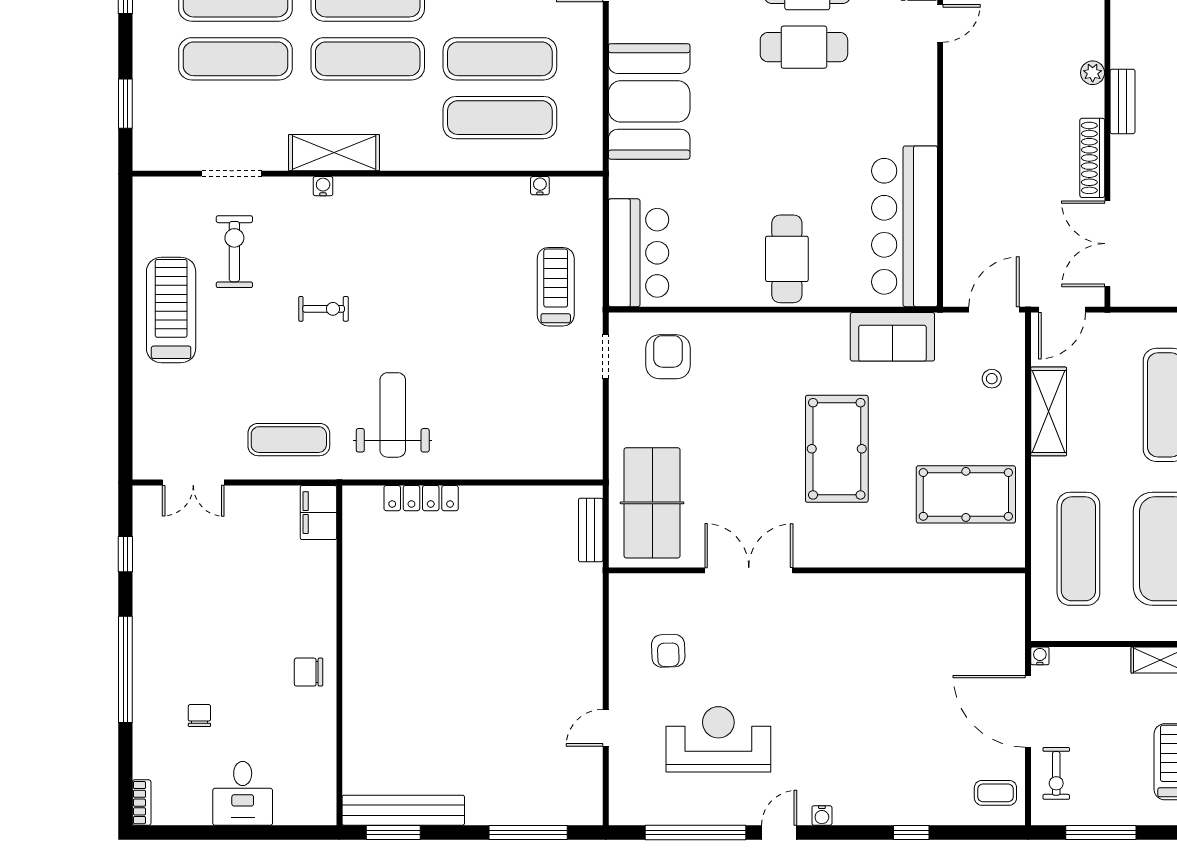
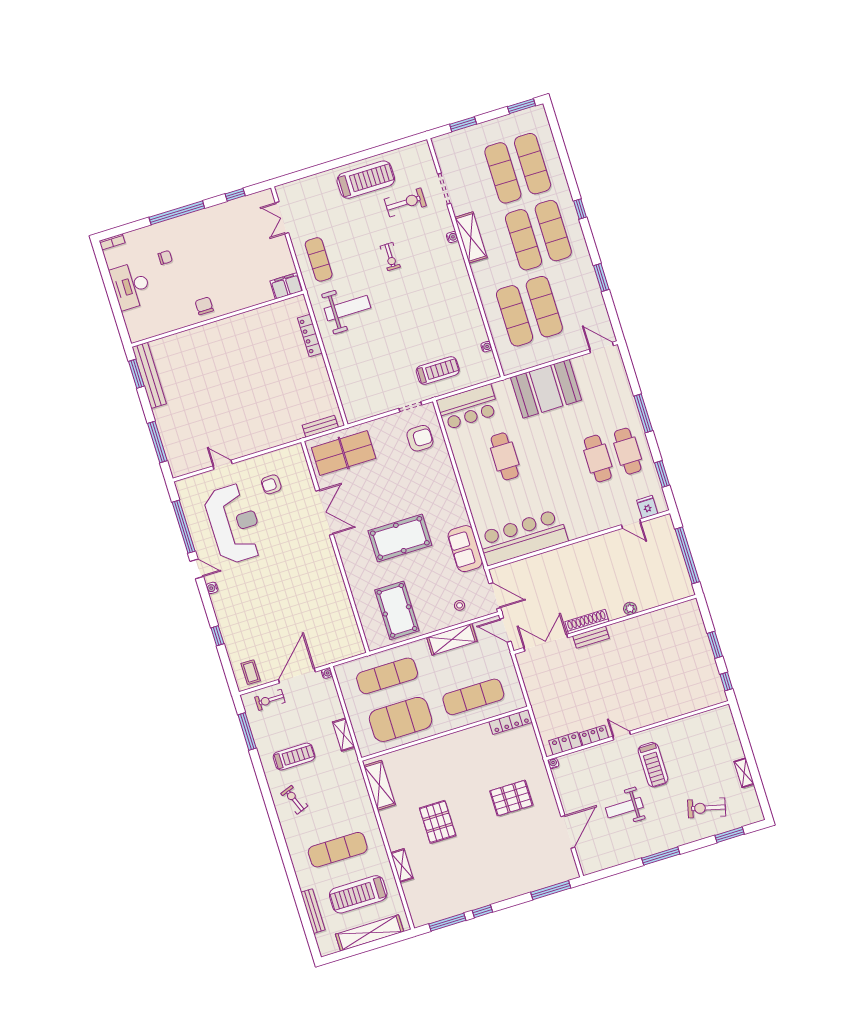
bench: (1123, 101) -> (591, 637), moved
cafe table: (787, 259) -> (505, 456), moved, turned 90
reception desk: (718, 739) -> (234, 524), width x1.36, depth x1.30
desk: (243, 793) -> (131, 286), width x1.37

